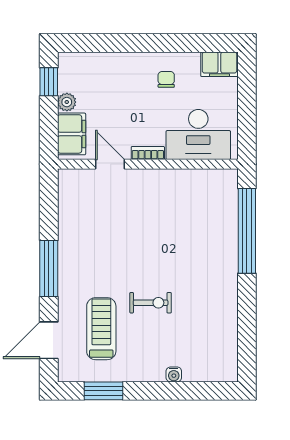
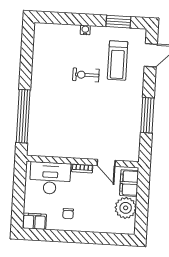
window: (49, 82) -> (141, 216), removed
plant: (67, 102) -> (126, 208), width x1.88, depth x1.88
window: (49, 269) -> (147, 115), moved
water cooler: (174, 374) -> (85, 30), moved

